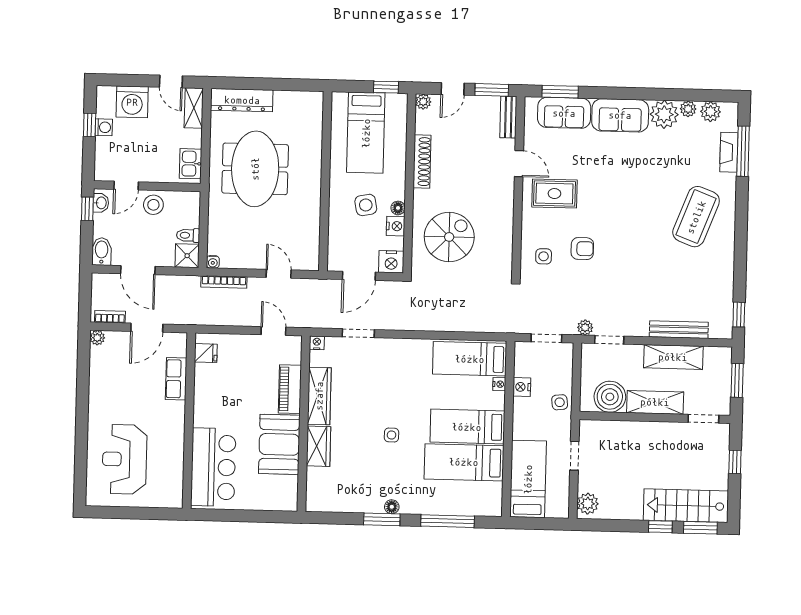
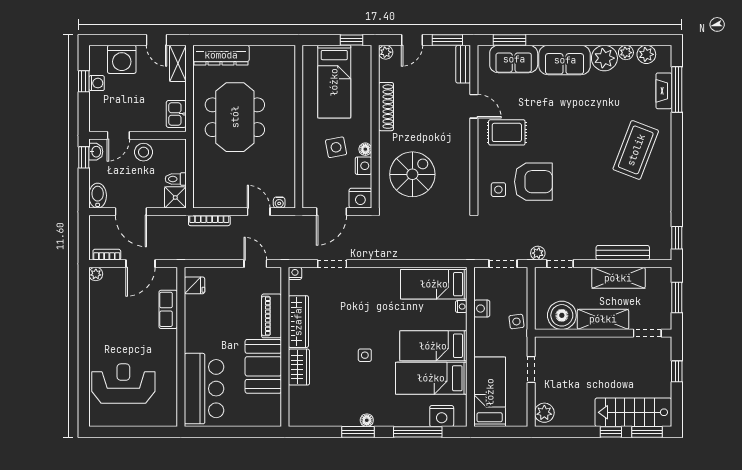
armchair: (582, 249) -> (533, 182), width x1.88, depth x1.88
water cooler: (213, 262) -> (279, 202), moved
reception desk: (125, 459) -> (123, 384), turned 90
nightstand: (474, 504) -> (442, 416), added

